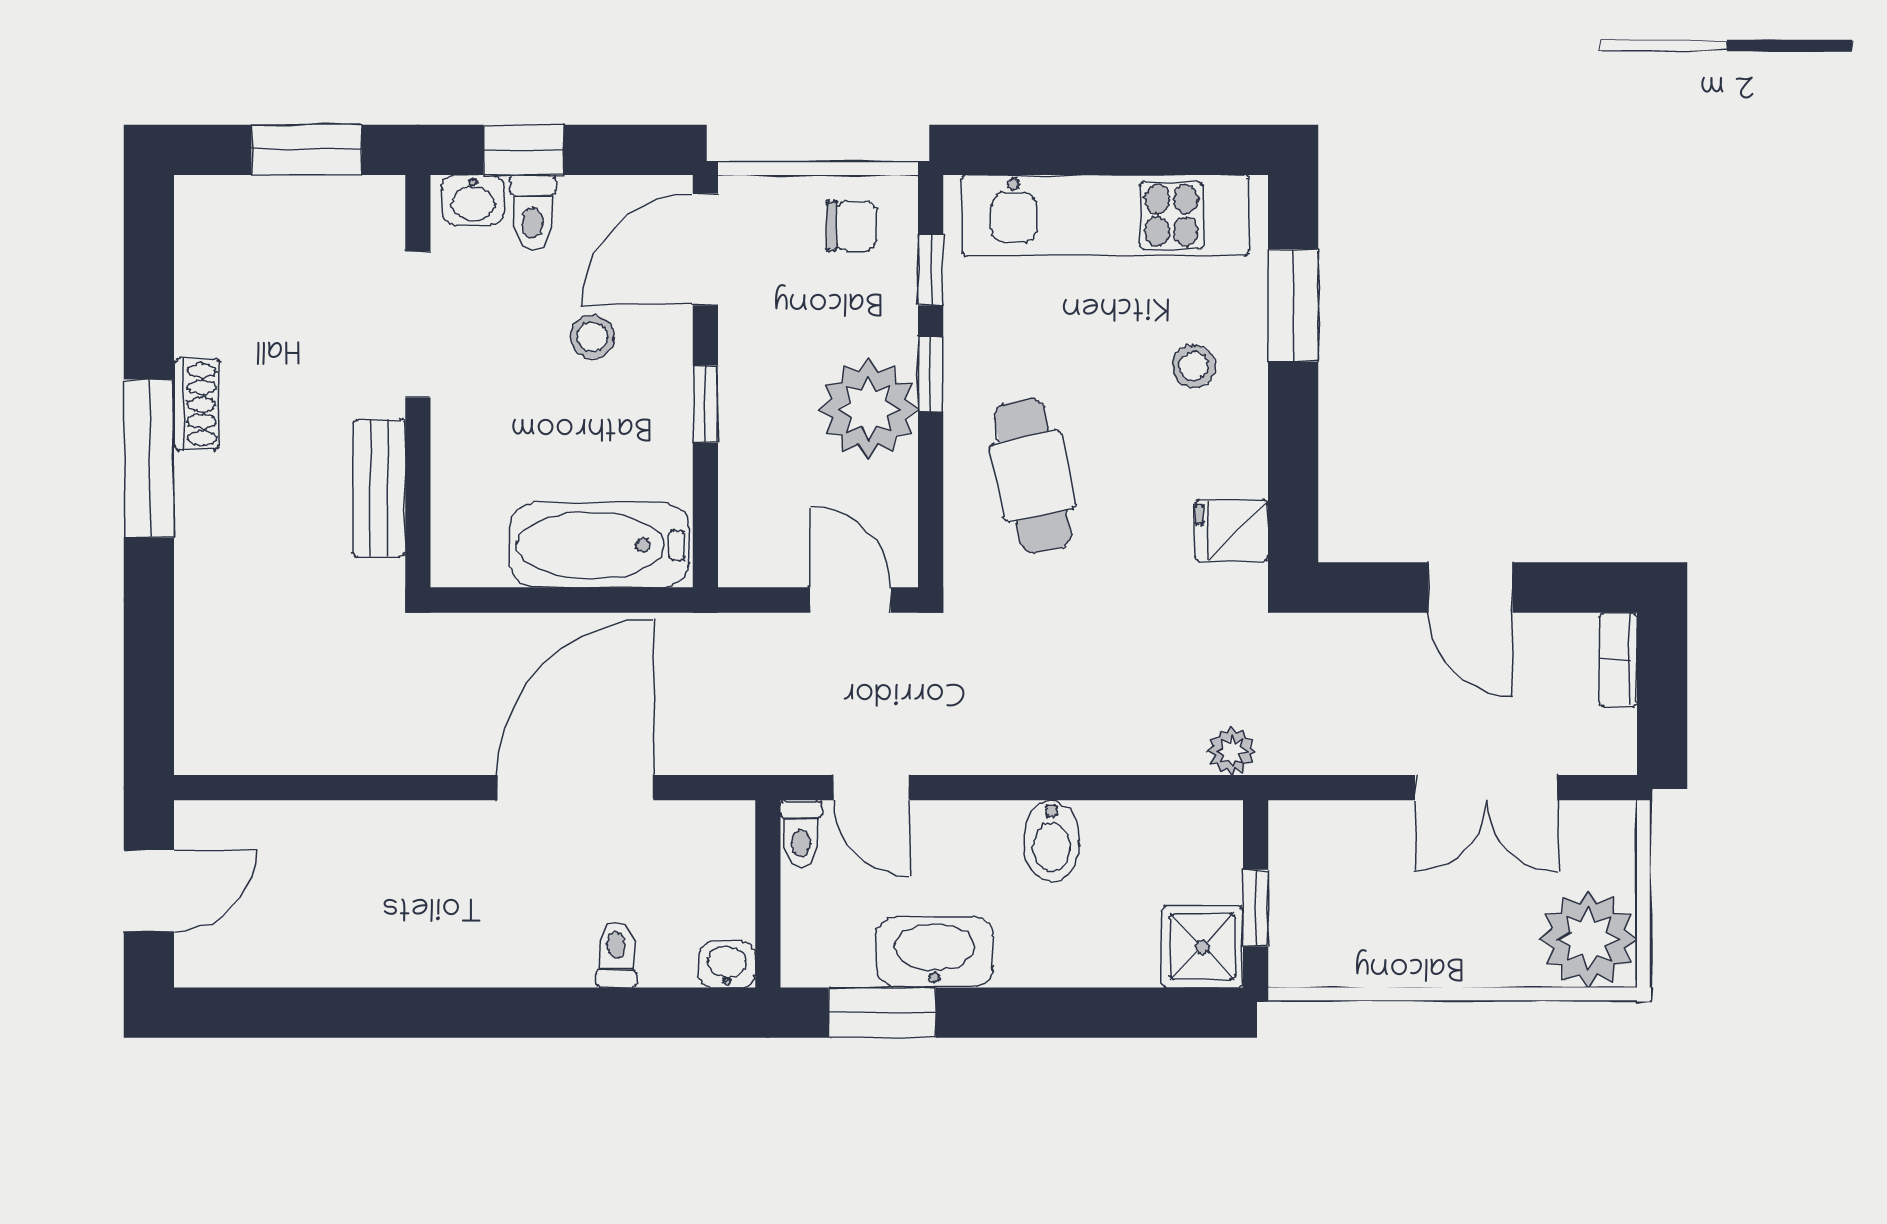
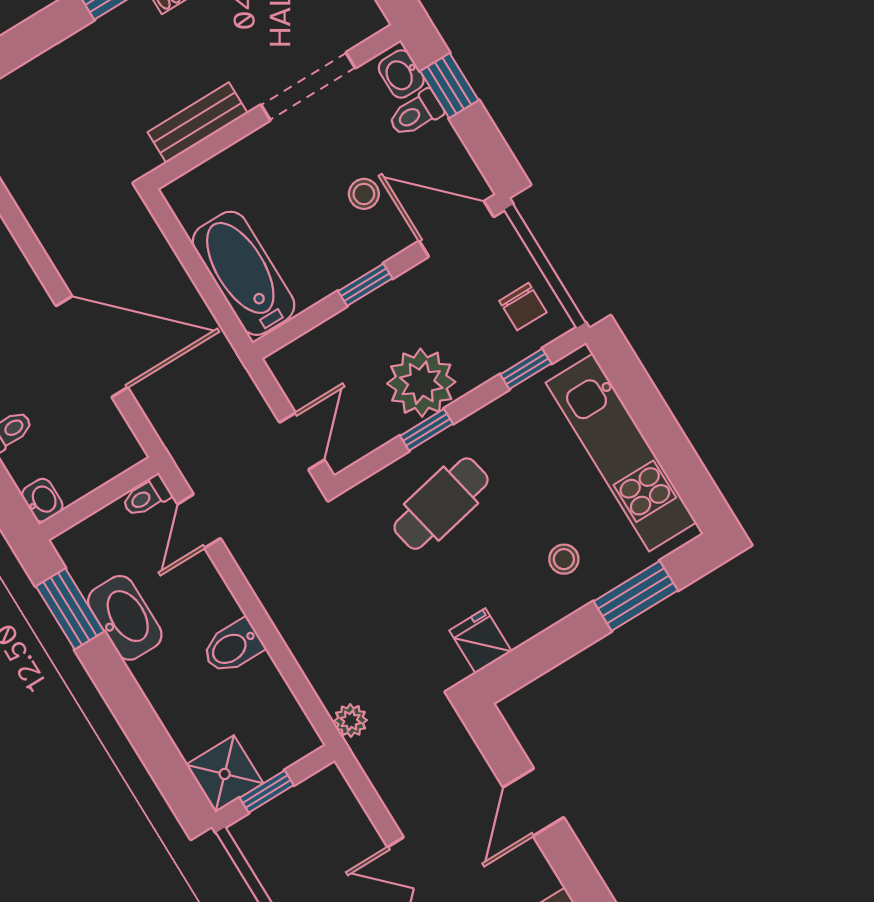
window: (931, 374) -> (427, 430), moved

